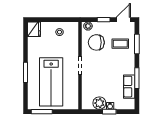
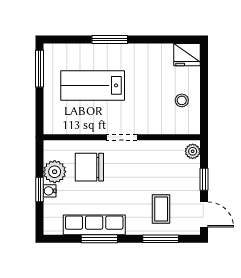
chair: (96, 42) -> (89, 167), moved, turned -90
lab bench: (51, 82) -> (93, 85), width x0.73, depth x0.72
row of seats: (129, 87) -> (94, 225), width x1.48

